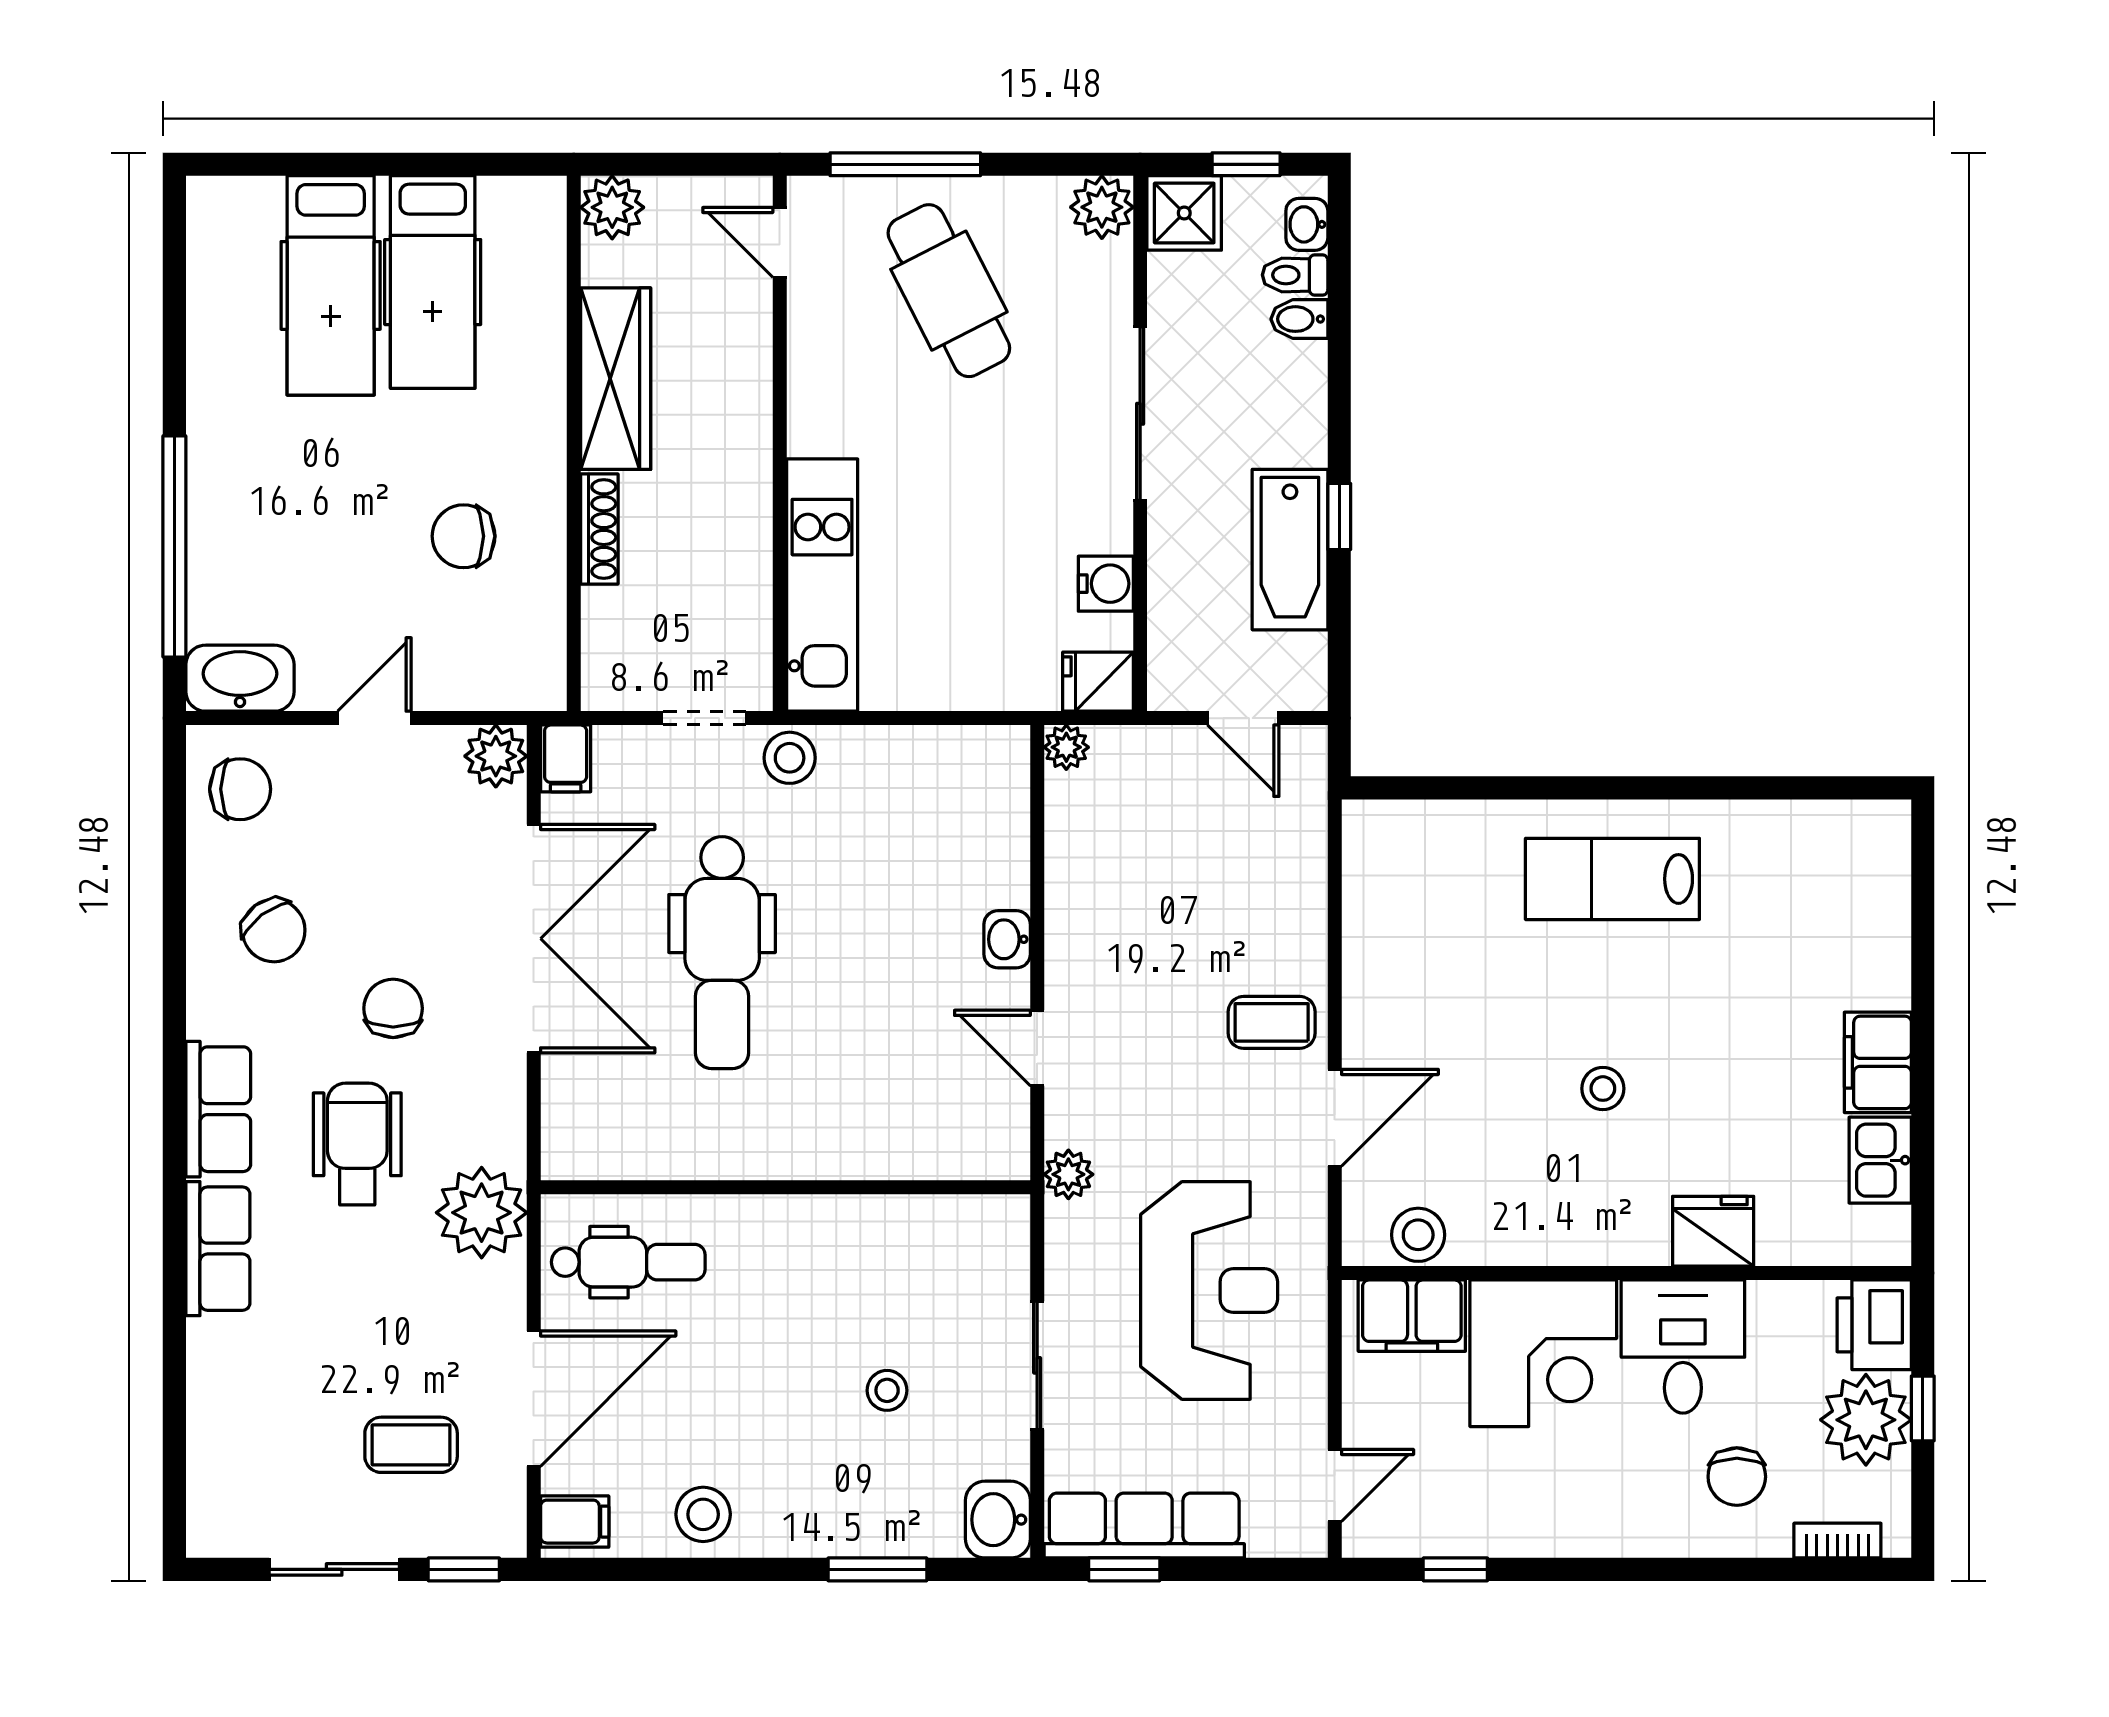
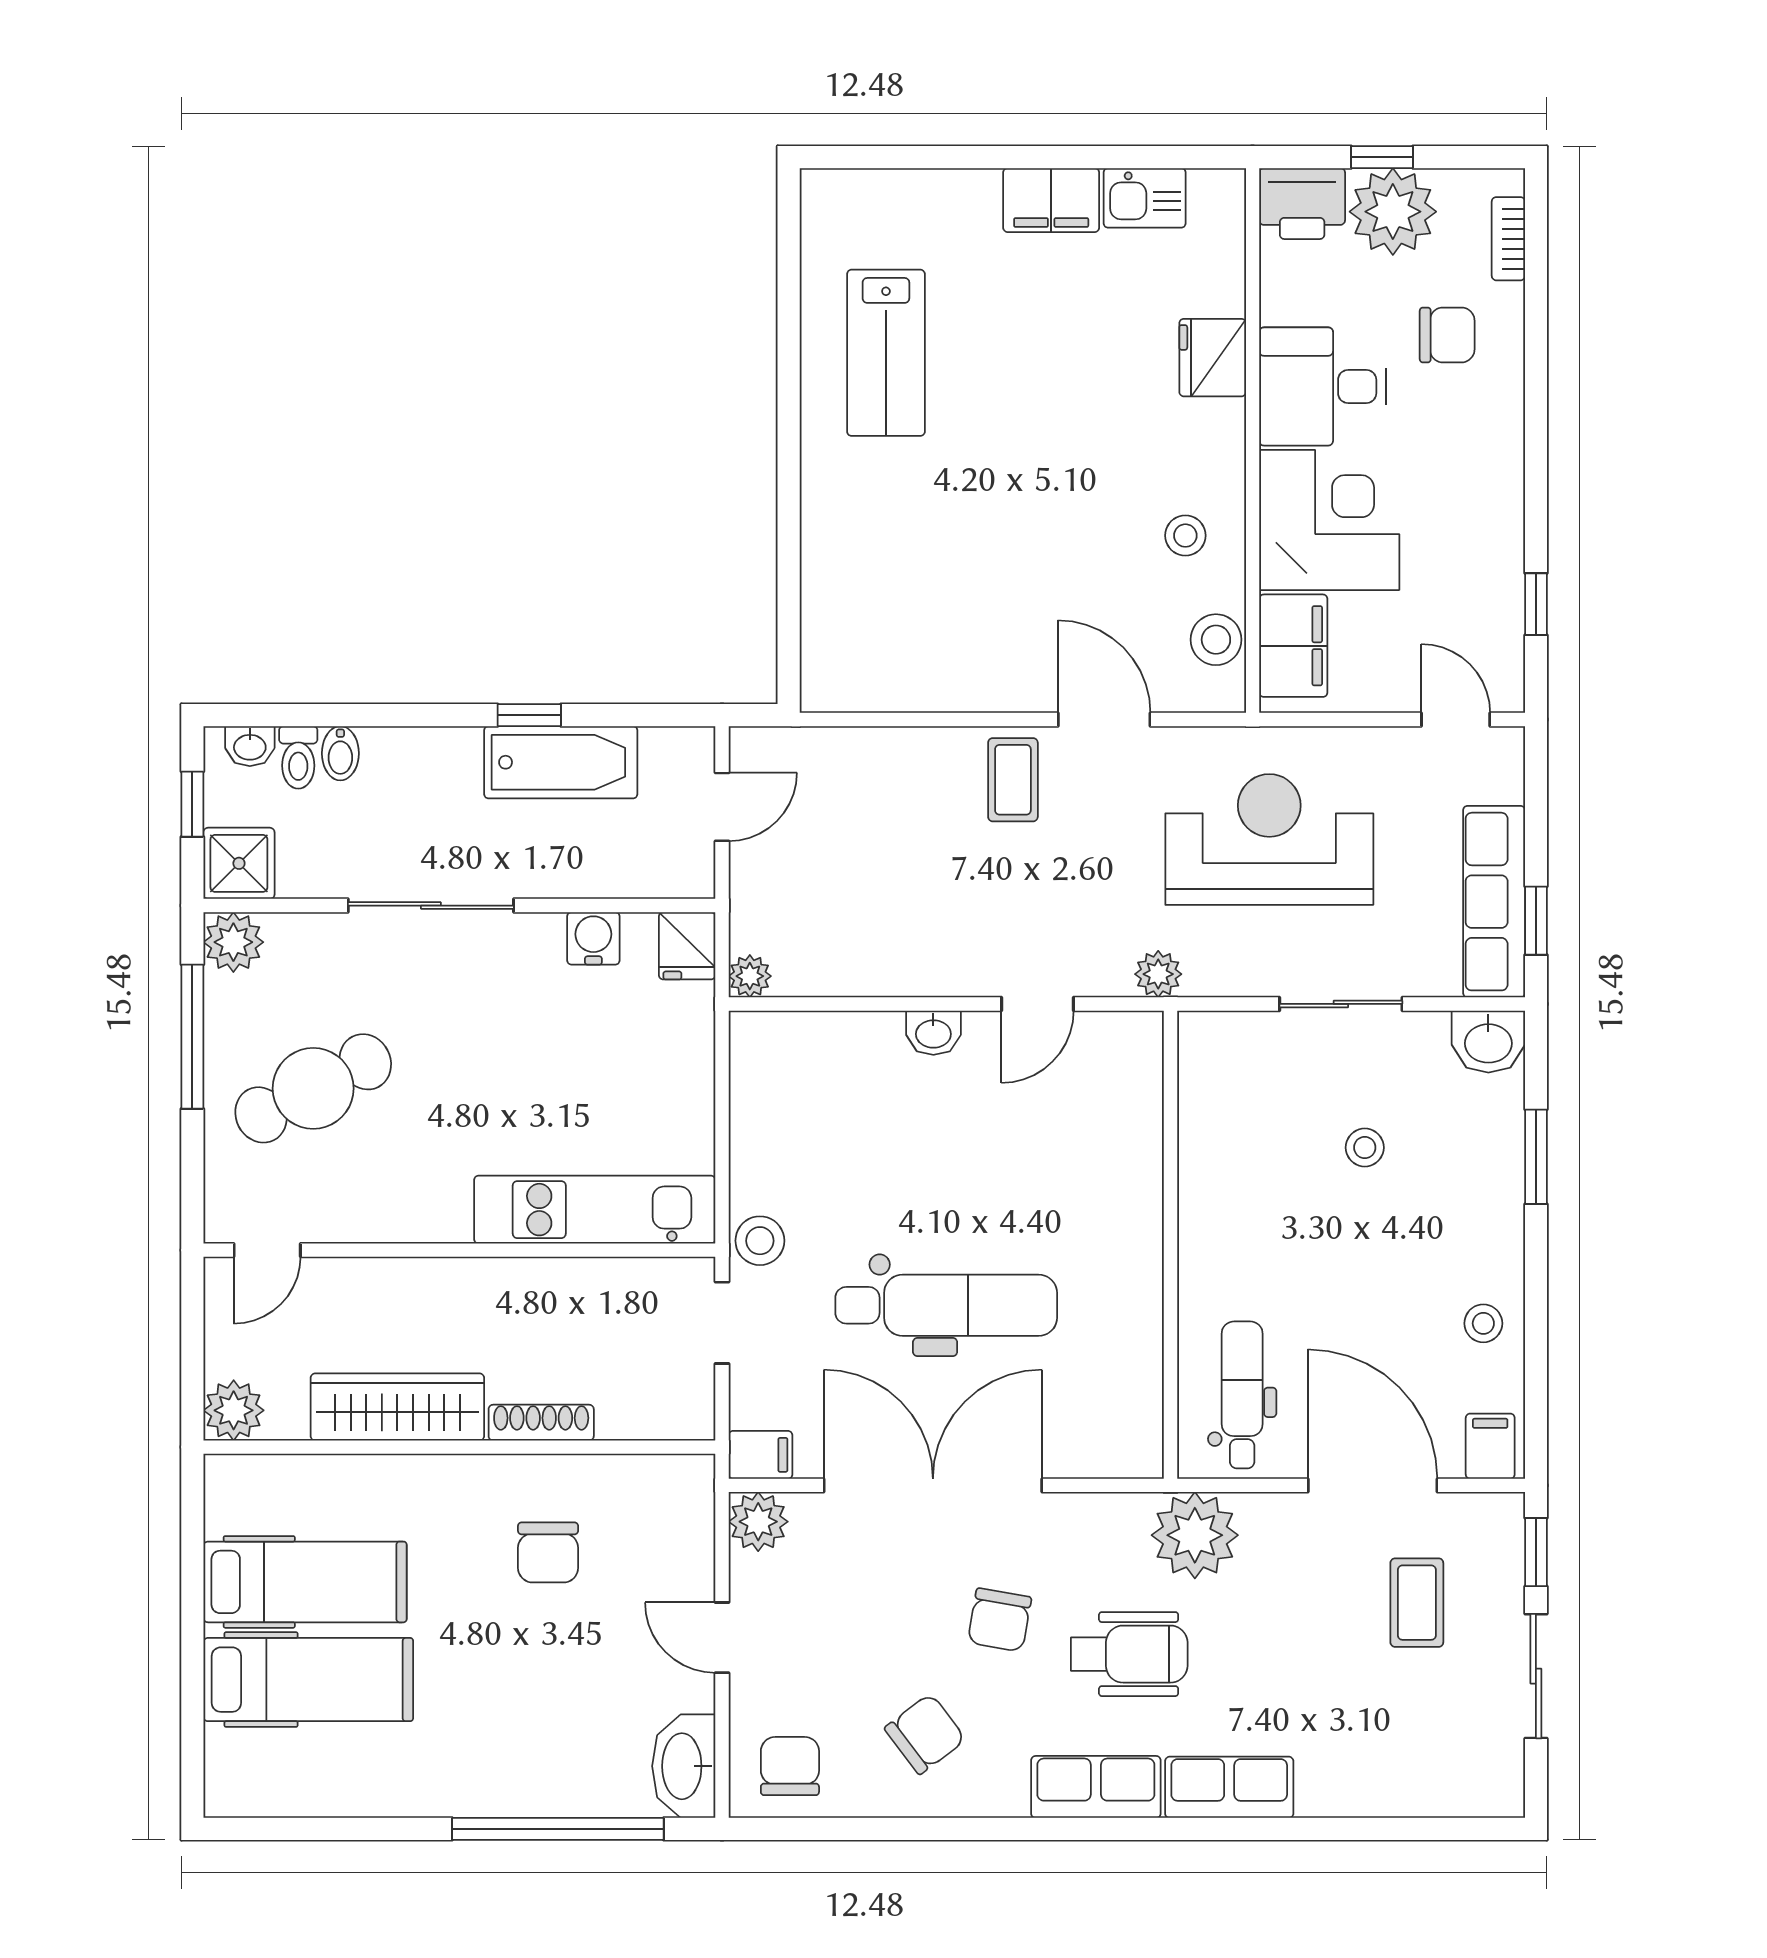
window: (905, 164) -> (192, 1037), moved
lab bench: (1612, 879) -> (886, 353), moved
chair: (393, 1008) -> (999, 1620), turned -80
stool: (1603, 1089) -> (1185, 536), moved
wheelchair: (357, 1144) -> (1129, 1654), turned 180
stool: (703, 1514) -> (1483, 1323), width x0.73, depth x0.73

